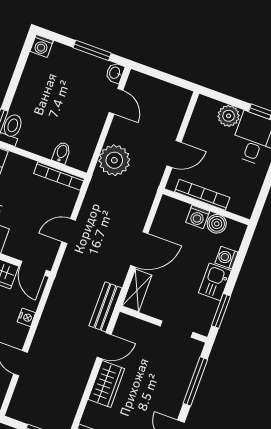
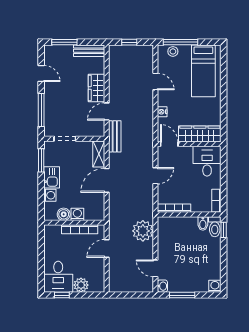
bidet: (62, 153) -> (203, 223), moved

